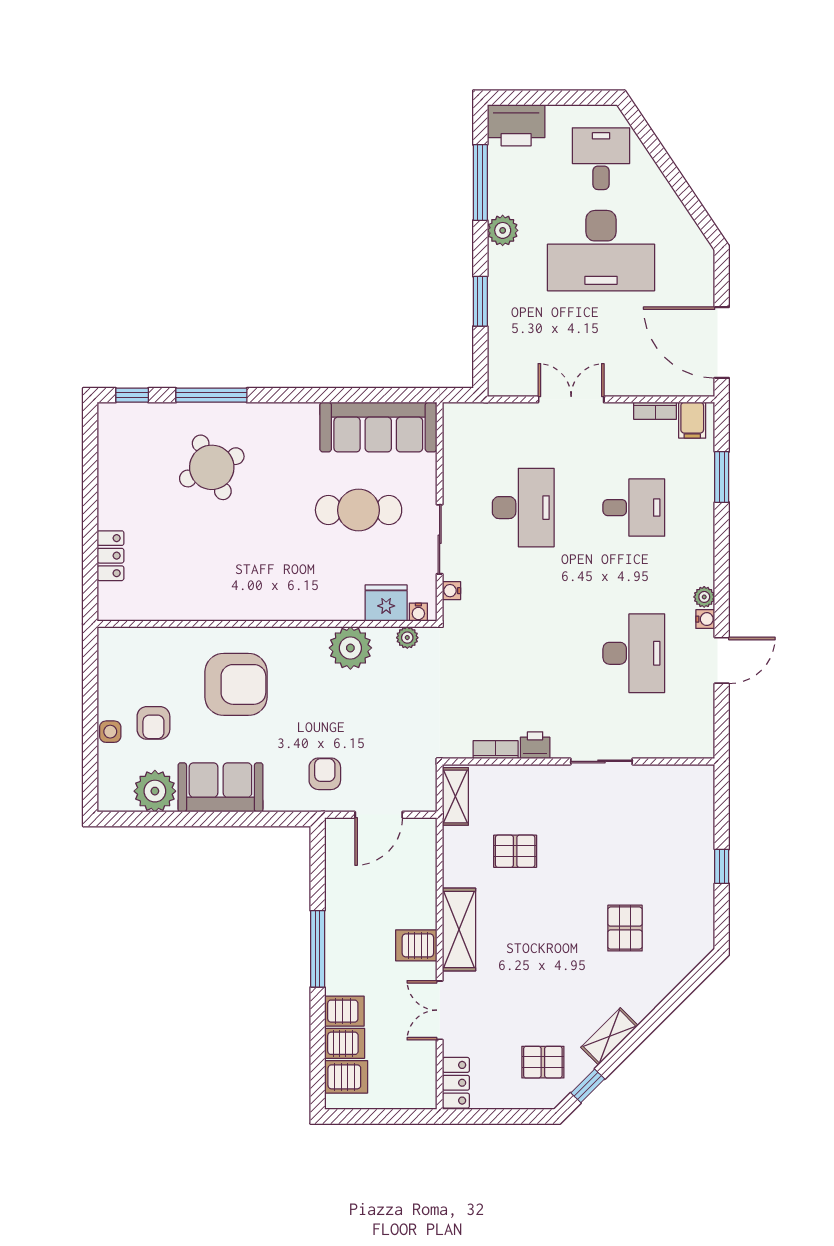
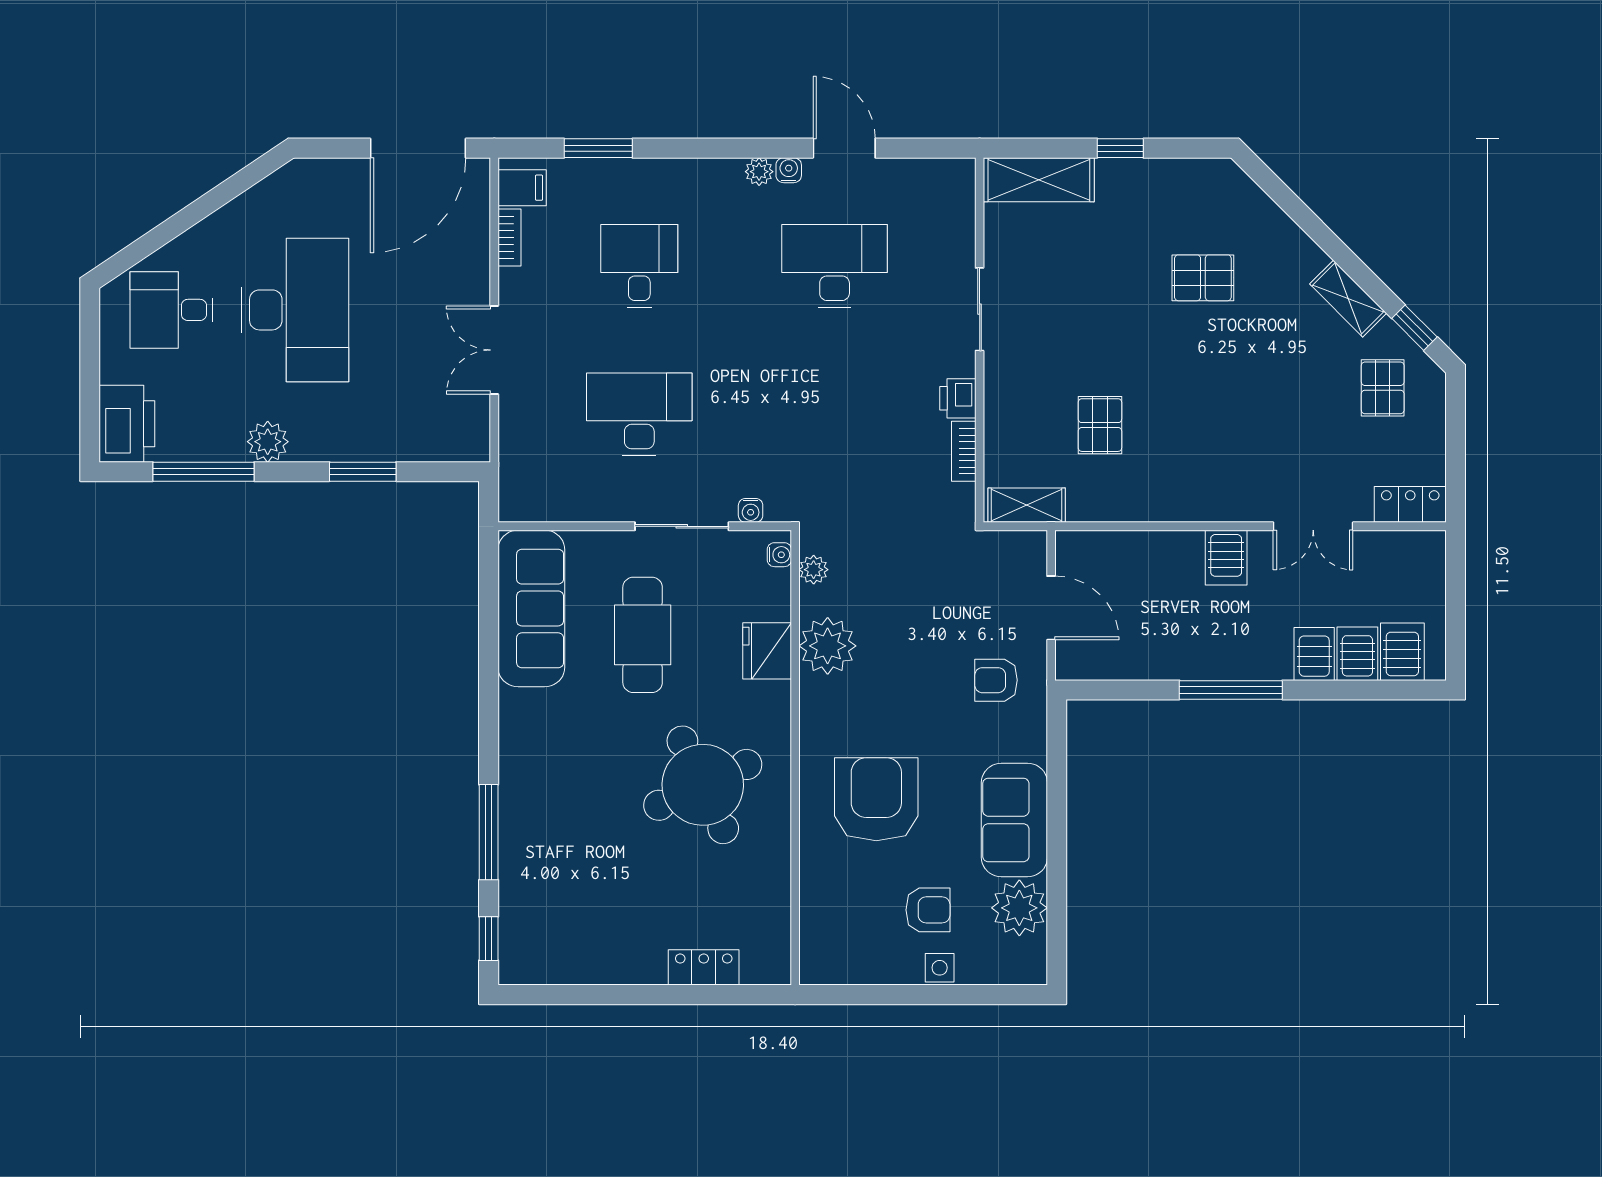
round table: (212, 467) -> (703, 785), moved, width x1.36, depth x1.36
fridge: (386, 603) -> (767, 651), moved
shelving: (459, 930) -> (1039, 180), moved

